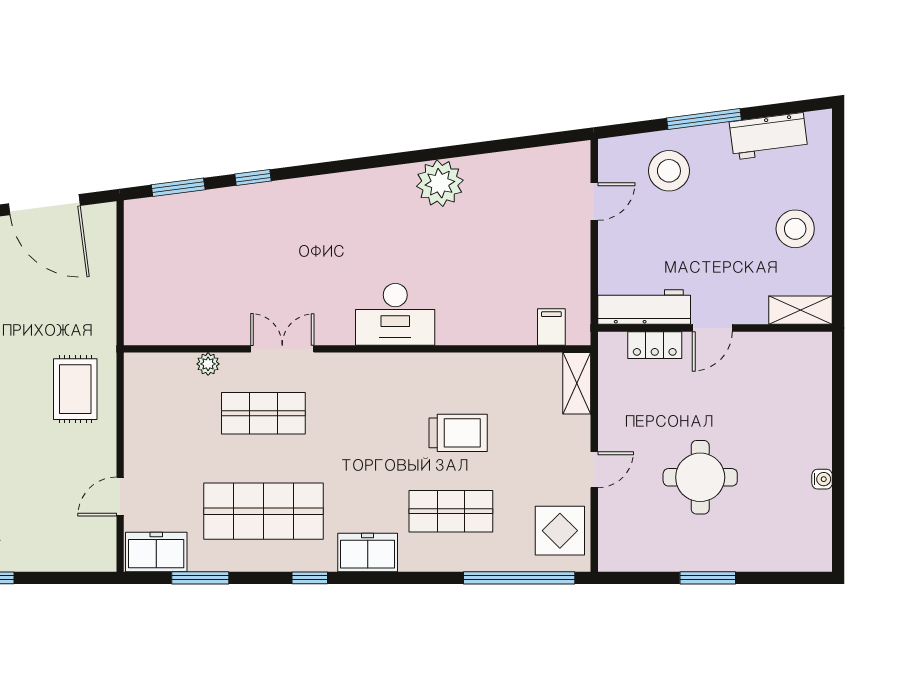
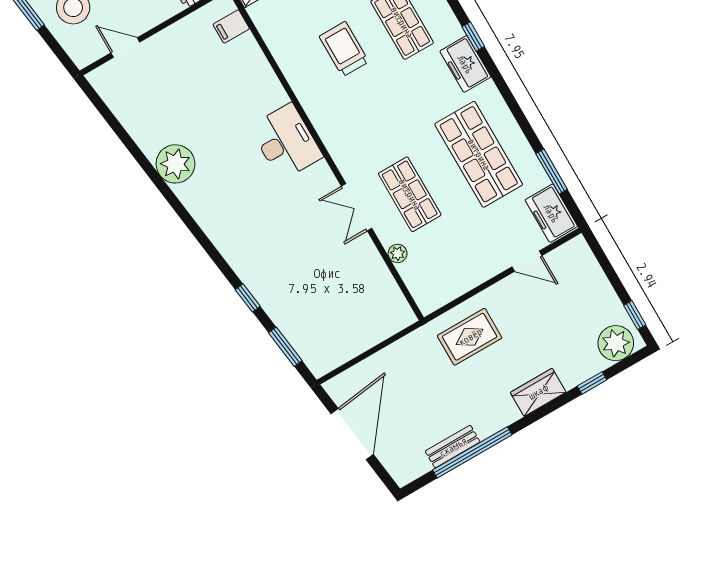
window: (310, 578) -> (473, 37), moved

